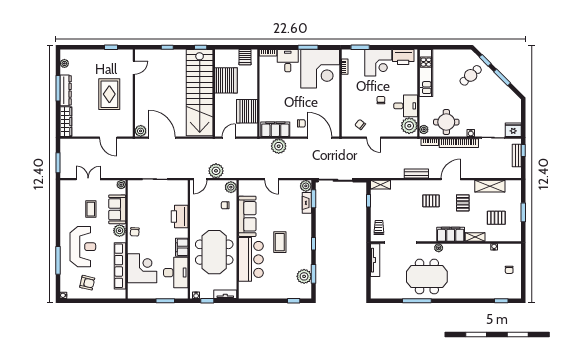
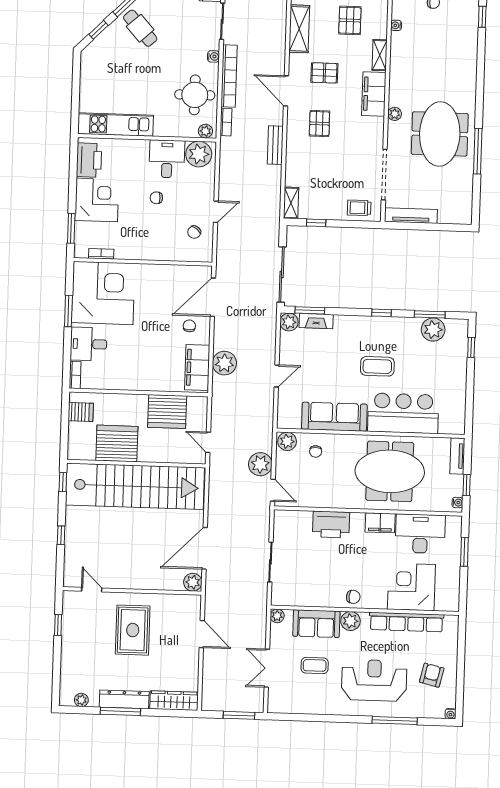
cafe table: (471, 75) -> (140, 28), moved
rug: (109, 94) -> (133, 630), turned 90
door: (108, 138) -> (202, 634), hinge flipped

